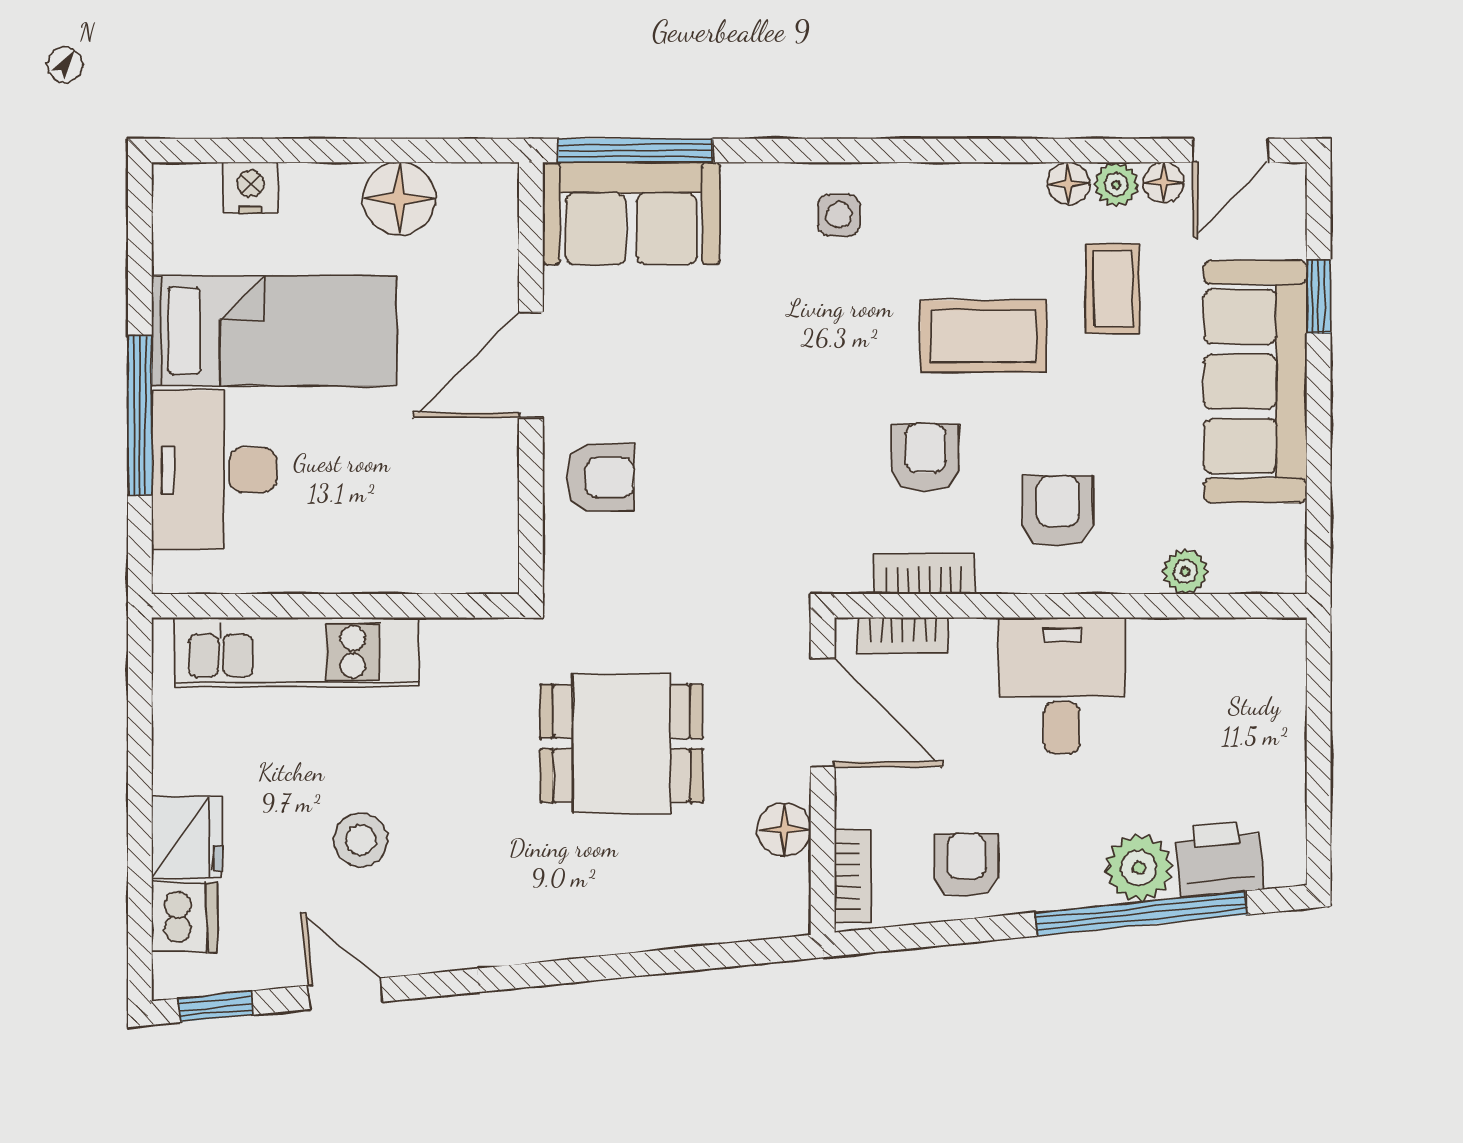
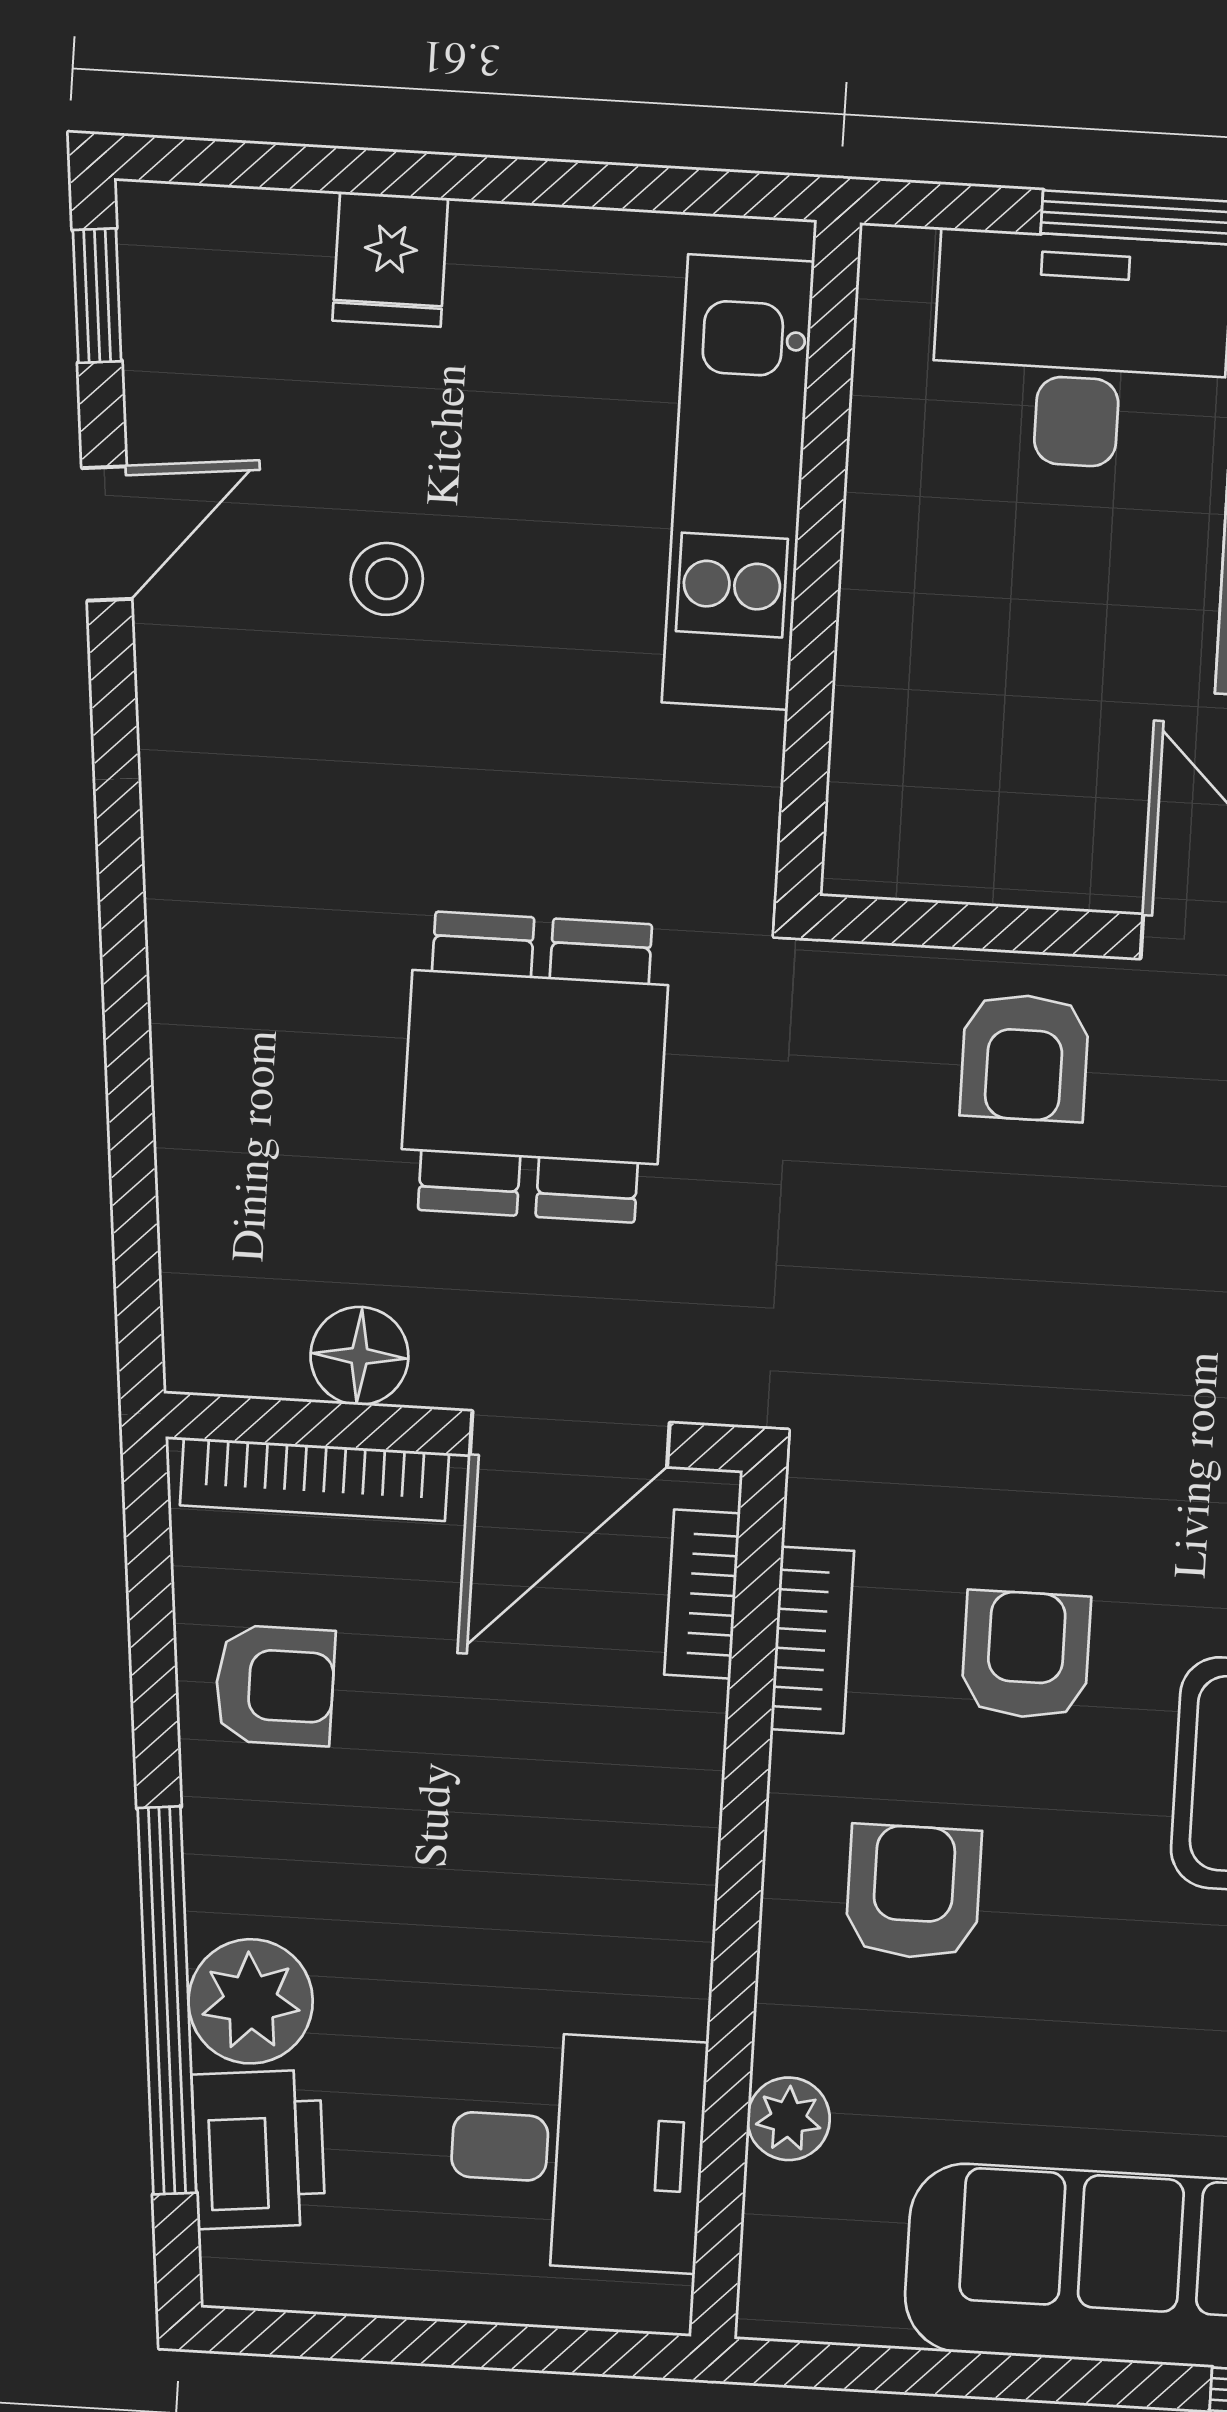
armchair: (925, 457) -> (1026, 1655), turned -90
armchair: (1058, 511) -> (913, 1892), turned -90
desk: (1062, 686) -> (577, 2151), moved
fridge: (187, 837) -> (390, 259), width x0.72
stool: (361, 840) -> (387, 579), width x0.73, depth x0.73
bookcase: (853, 876) -> (314, 1479), width x1.56
dishwasher: (184, 918) -> (264, 247), removed

